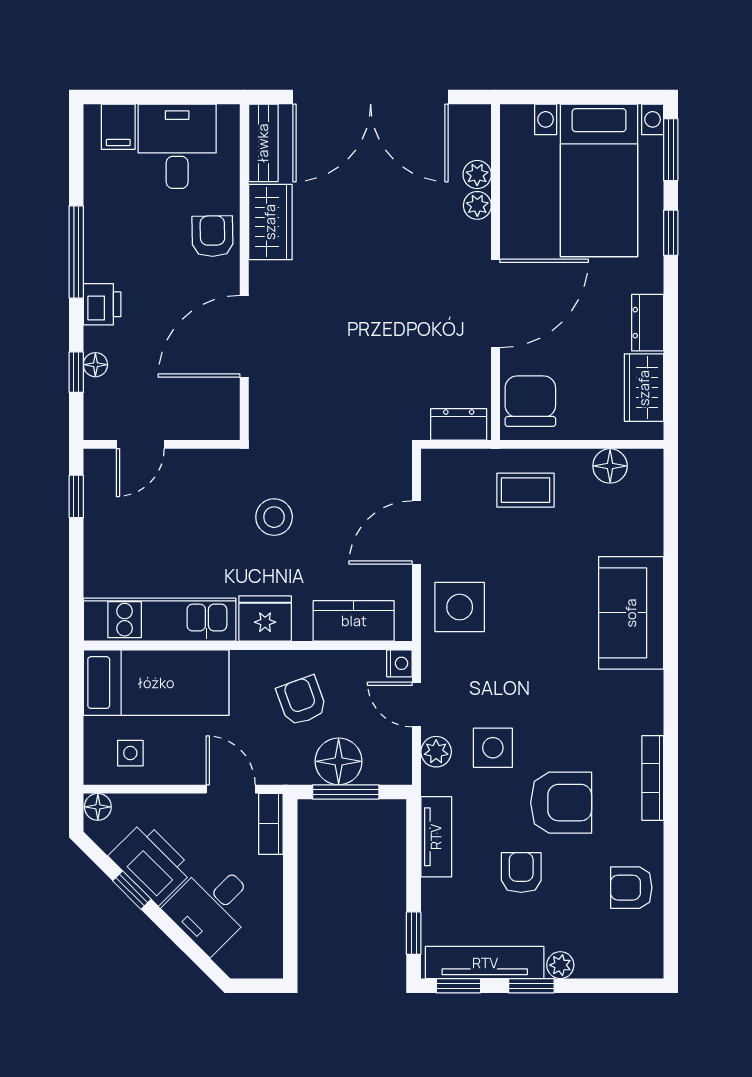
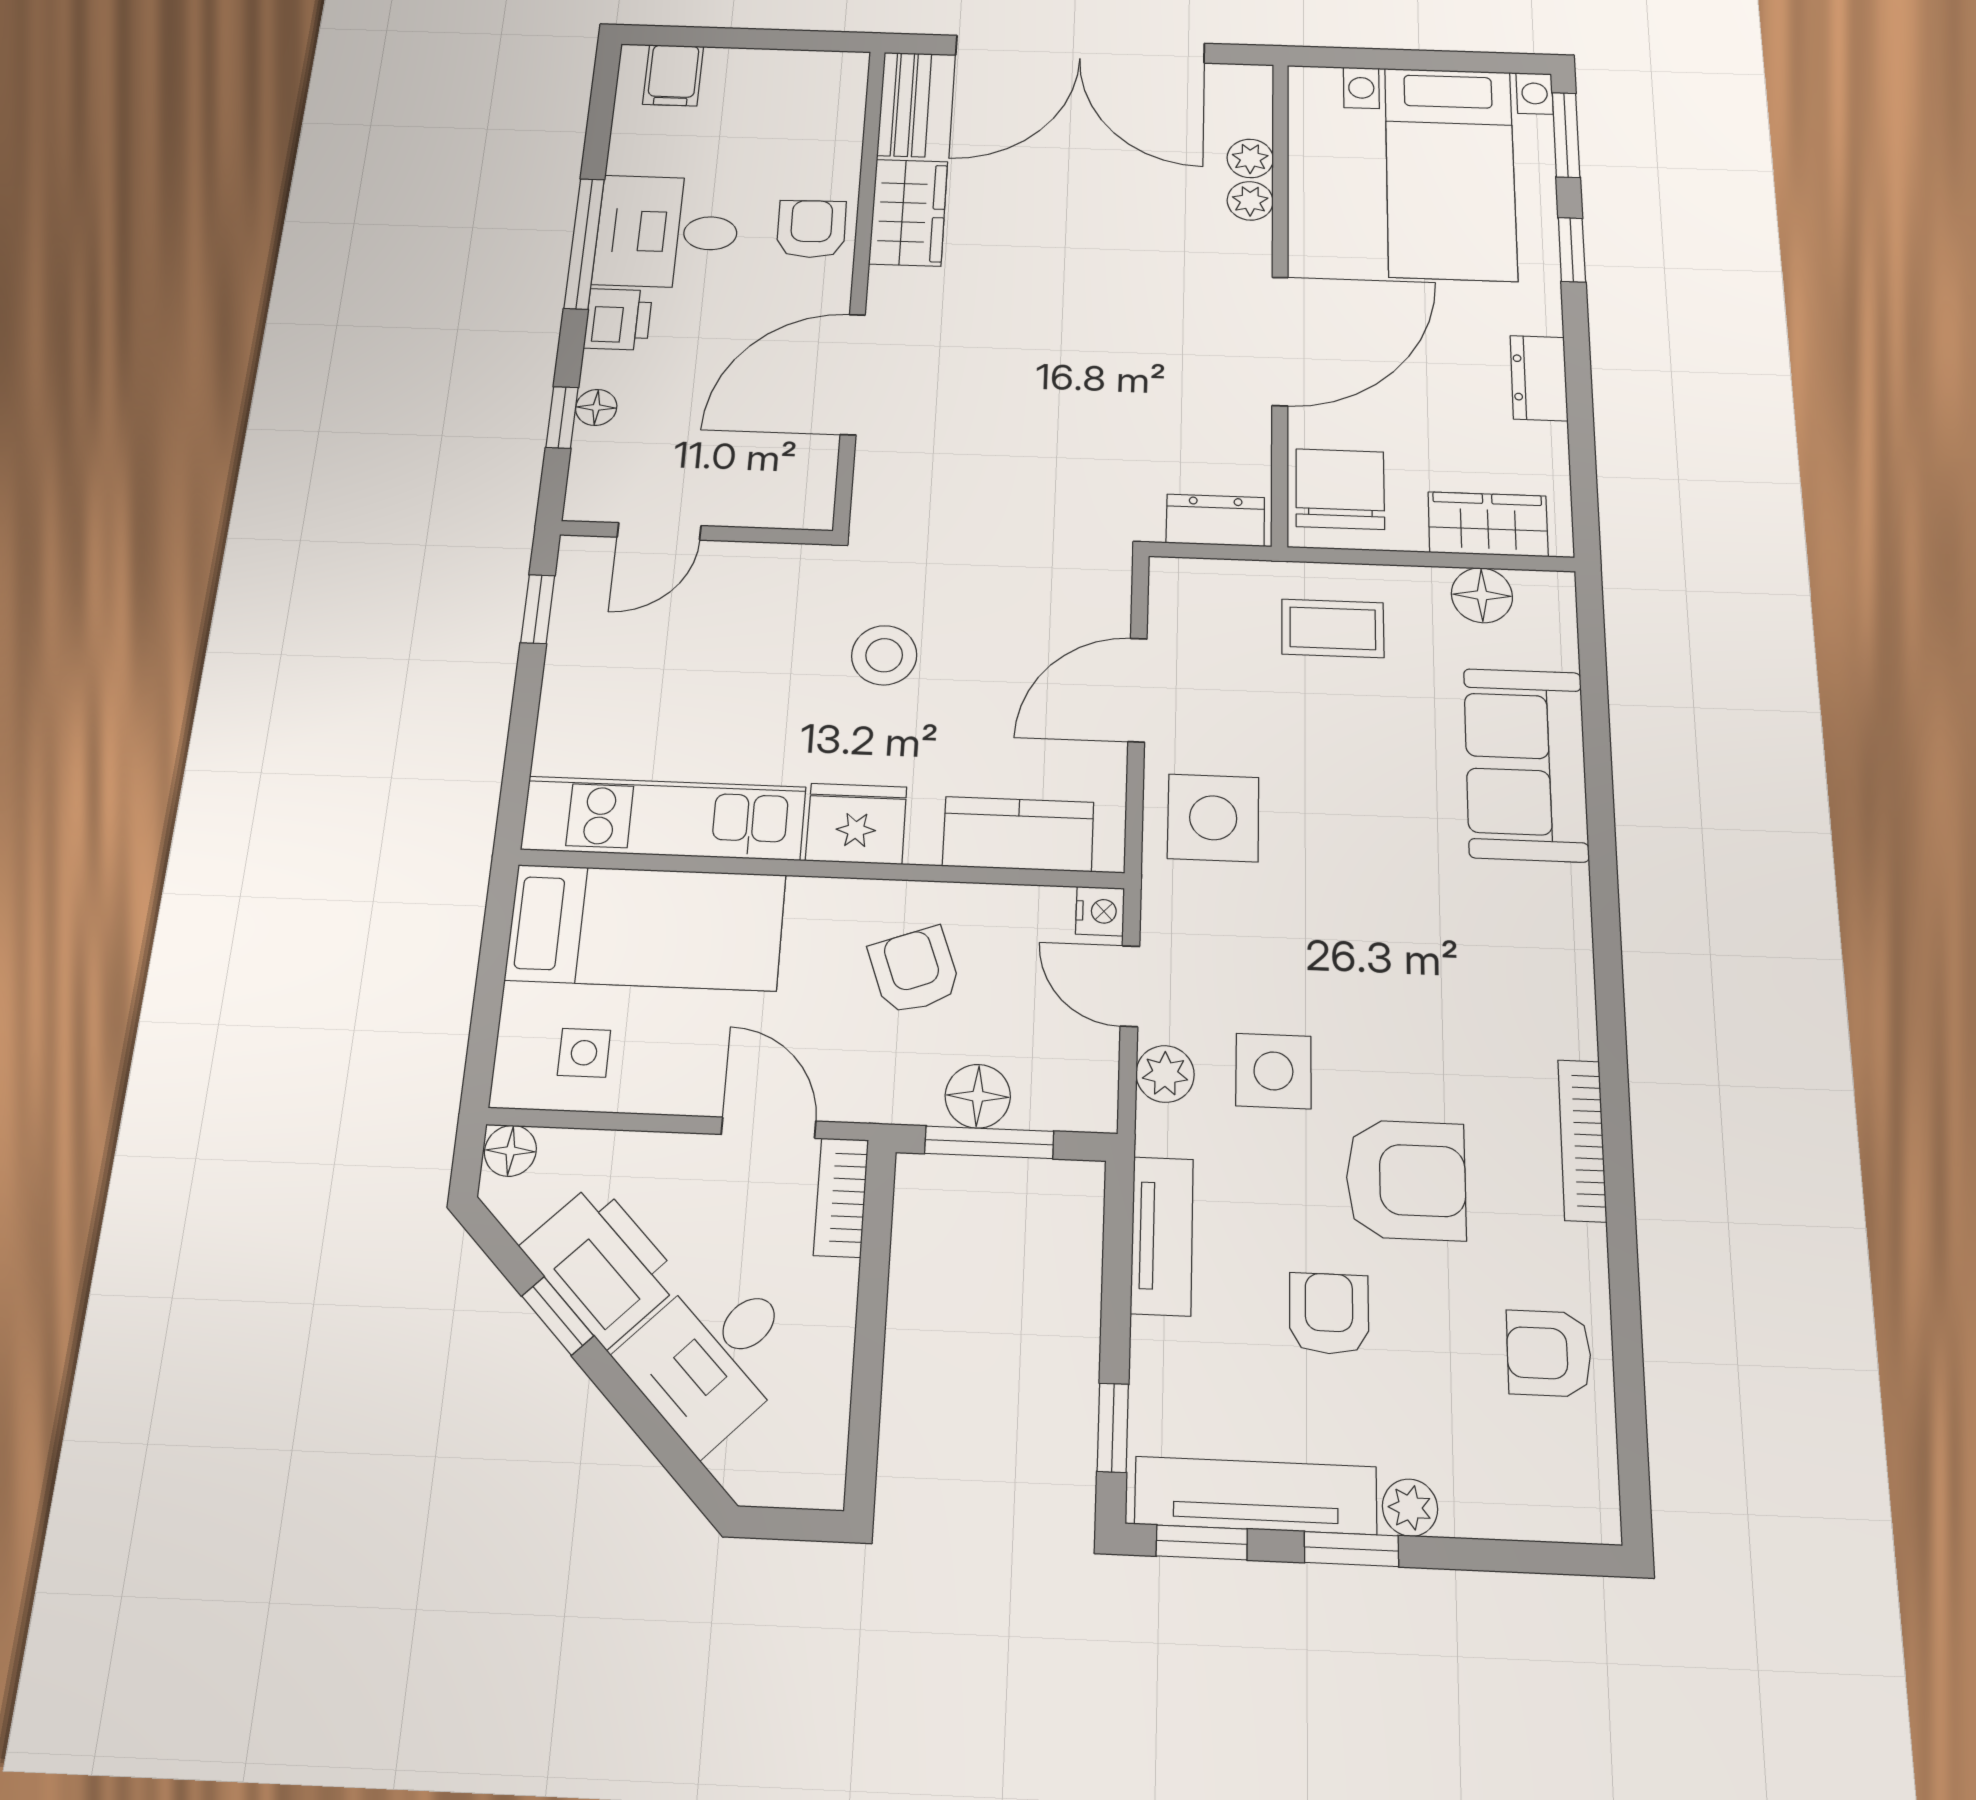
desk: (177, 146) -> (667, 232), moved, turned -90
wardrobe: (644, 388) -> (1488, 524), moved, turned 90
sofa: (631, 613) -> (1526, 764), moved
floor lamp: (339, 761) -> (978, 1096), width x0.73, depth x0.73

